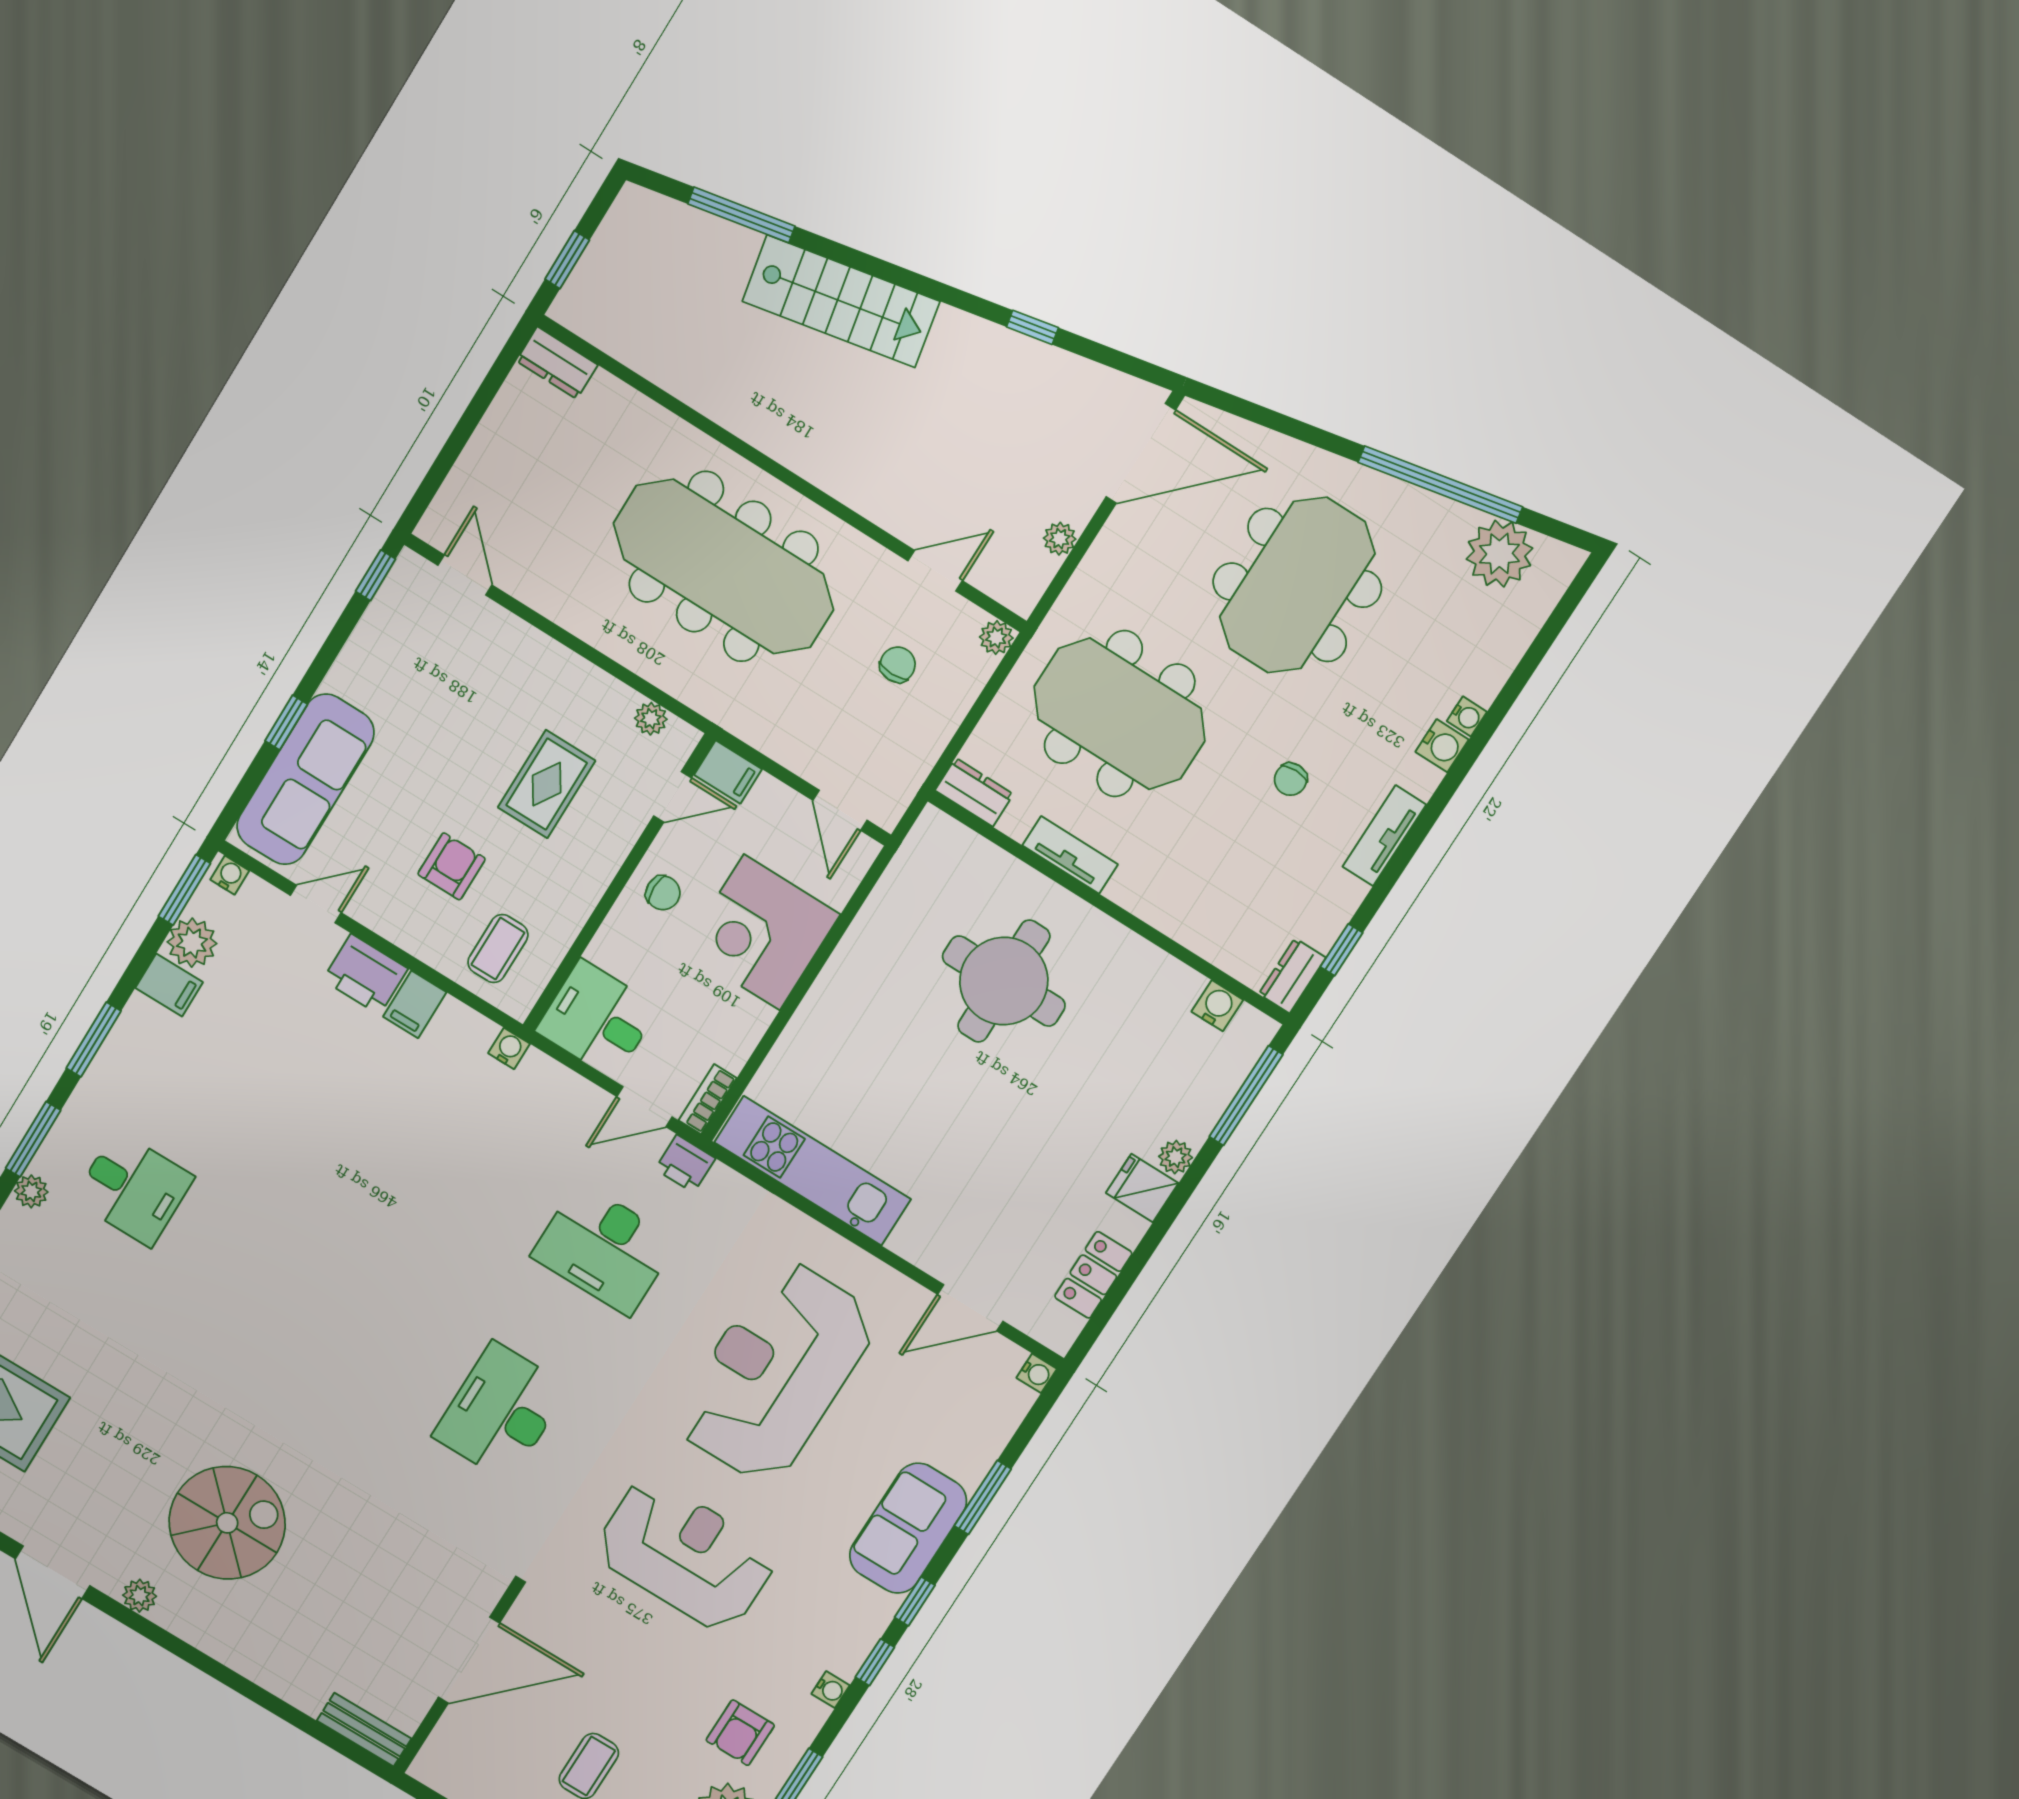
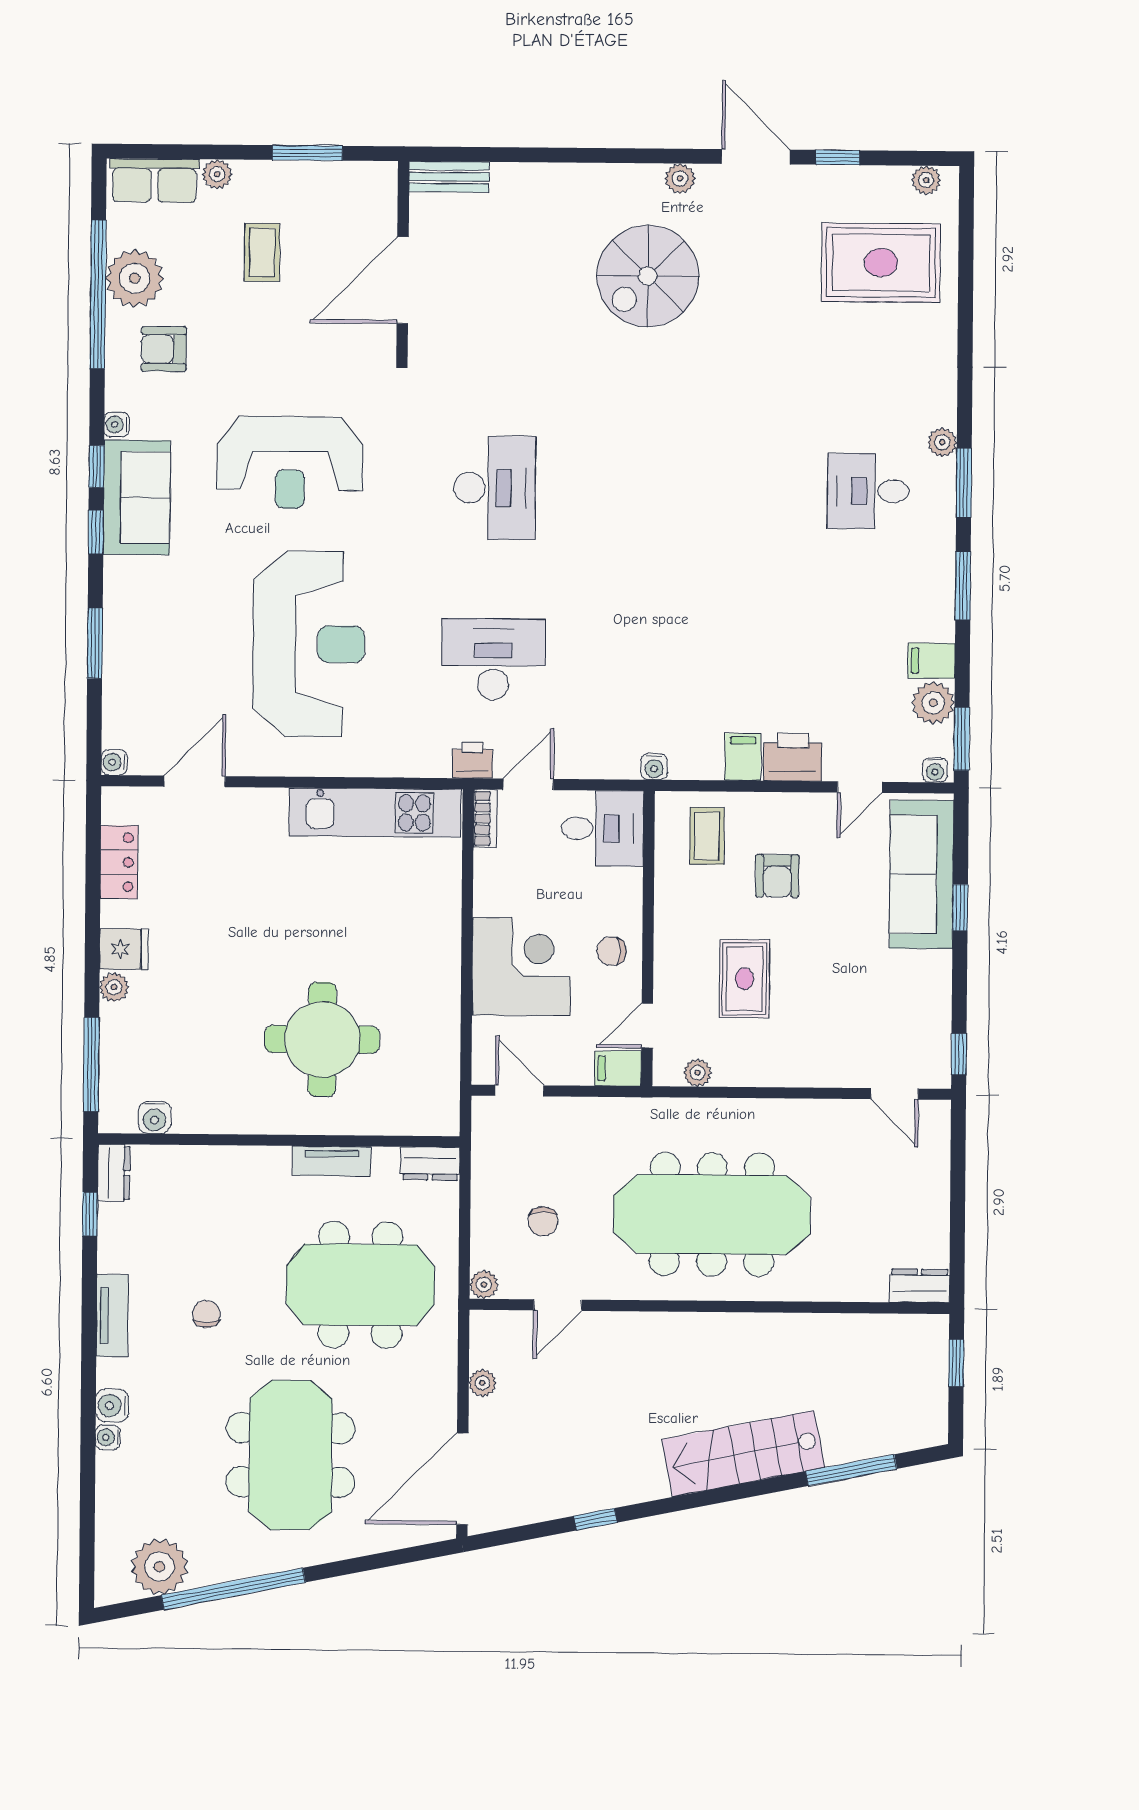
sofa: (908, 1528) -> (137, 497), moved
armchair: (740, 1733) -> (164, 349), turned -90

